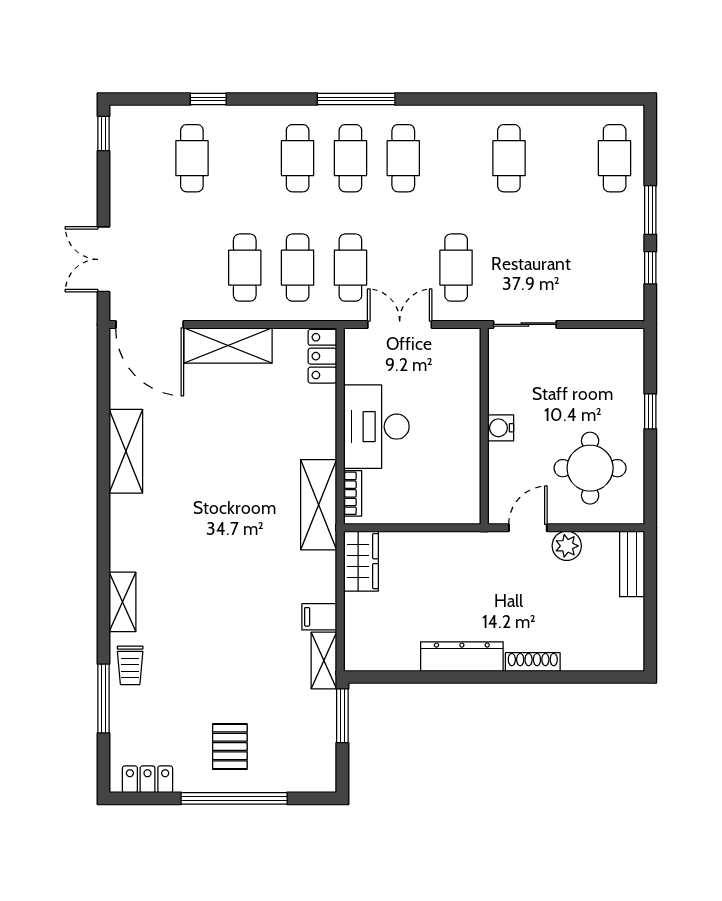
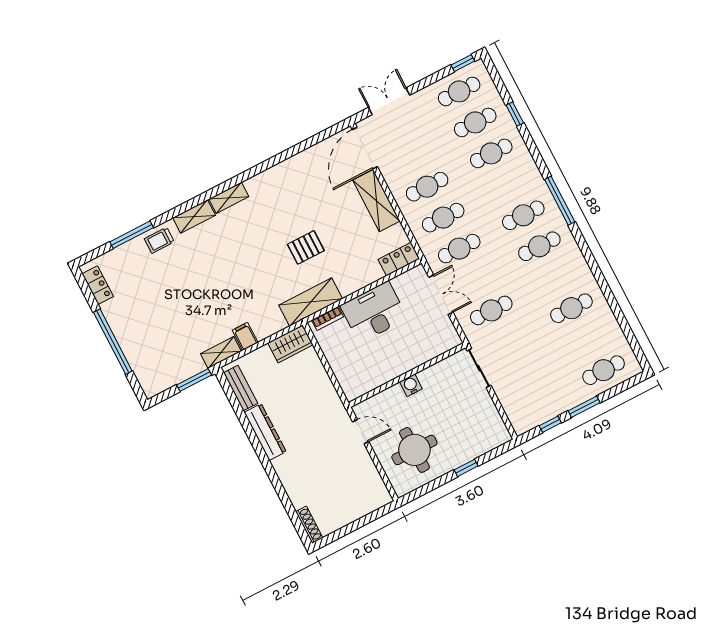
cafe table: (139, 158) -> (459, 91), added
cafe table: (298, 158) -> (491, 153), moved
shelving: (126, 451) -> (229, 198), moved, width x0.67, depth x0.75
plant: (567, 546) -> (362, 460), removed
bench: (632, 564) -> (241, 388), moved, turned 90
shoe rack: (533, 662) -> (309, 525), moved
pallet: (230, 746) -> (306, 247), moved

